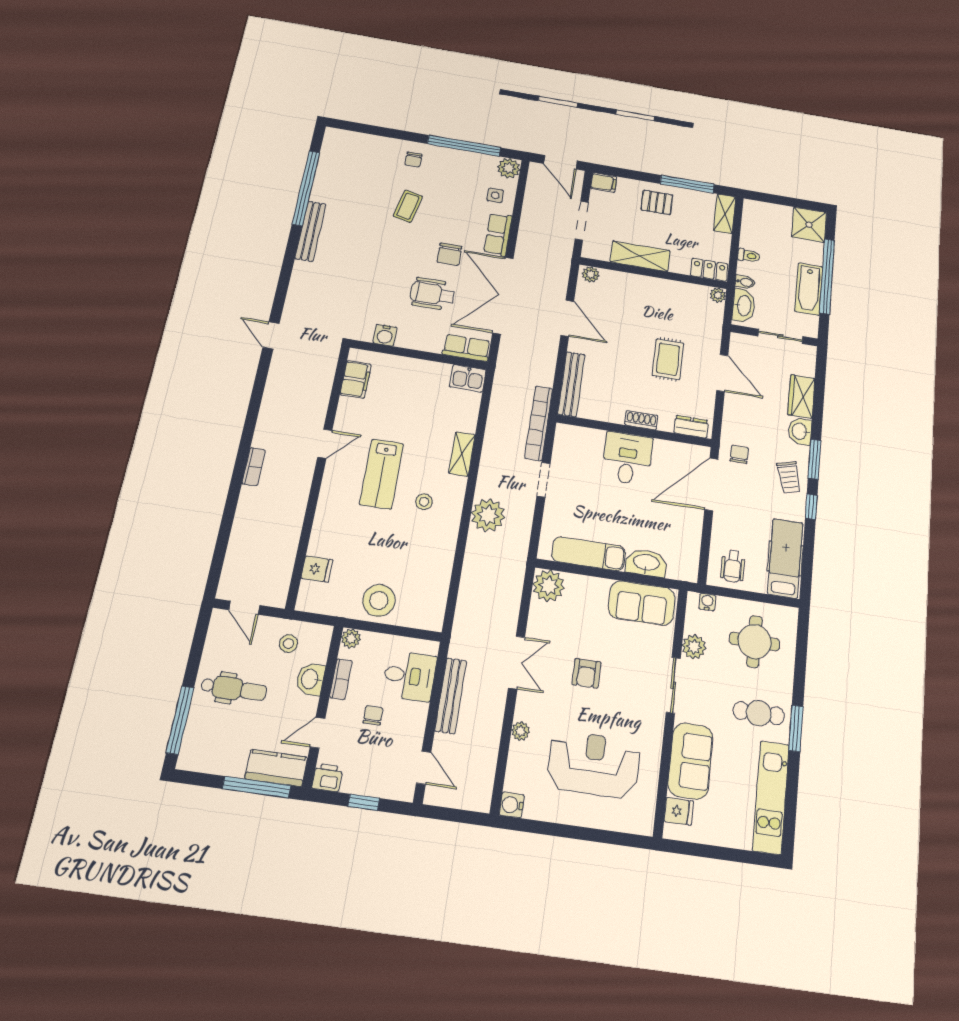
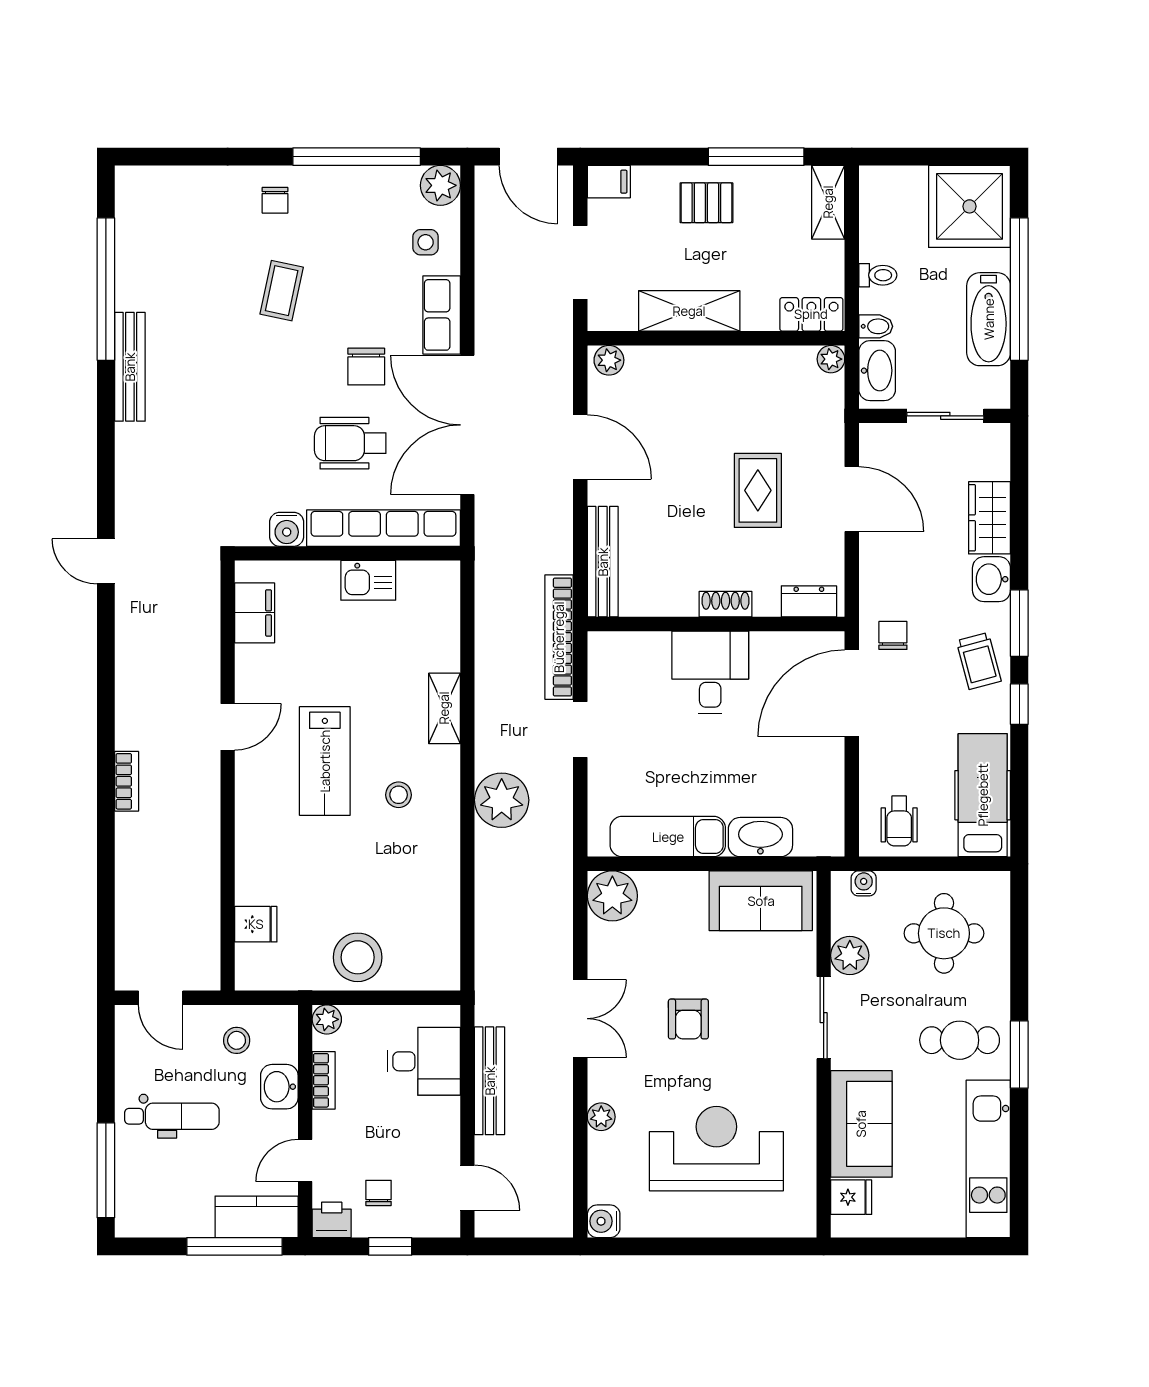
shower: (809, 225) -> (970, 206), width x1.37, depth x1.37
row of seats: (466, 348) -> (383, 528), width x2.02
kitchen sink: (468, 378) -> (368, 580), moved
chair: (373, 715) -> (378, 1193), moved

